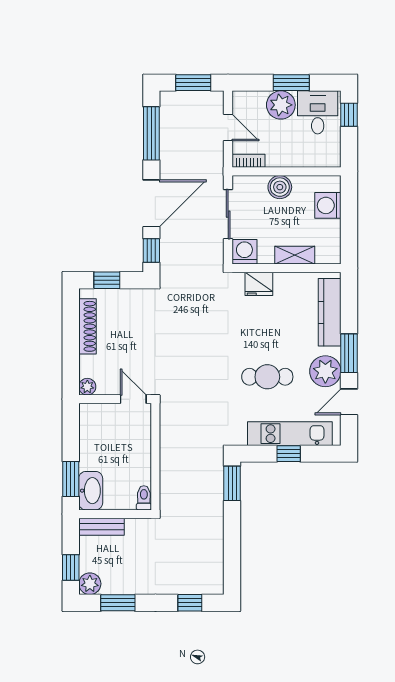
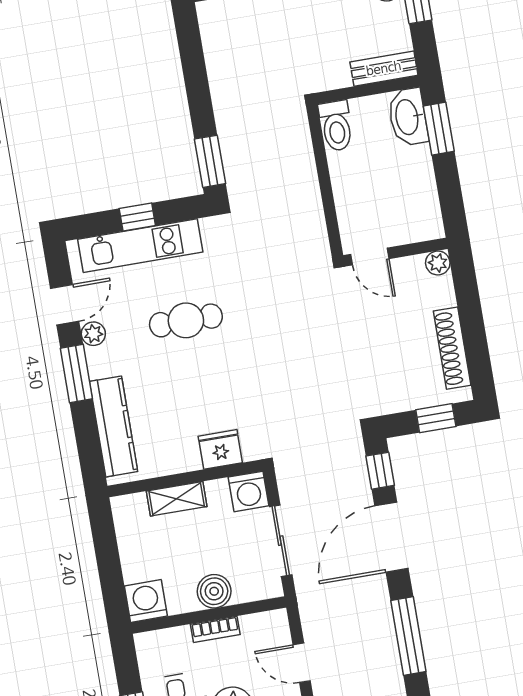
bookcase: (249, 161) -> (215, 629), moved
washing machine: (328, 205) -> (146, 601), moved, turned -90
plant: (325, 371) -> (93, 334), width x0.53, depth x0.53
toilet: (144, 498) -> (336, 126), width x1.37, depth x1.39

